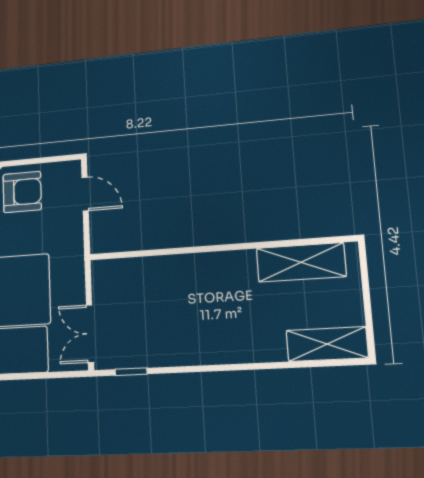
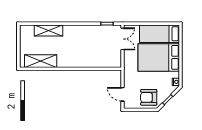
shelving: (327, 344) -> (48, 31), moved

